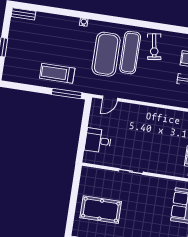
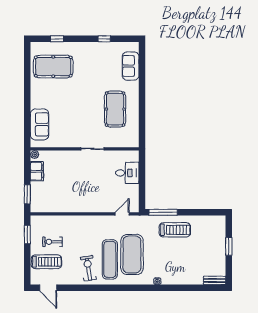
pool table: (101, 210) -> (115, 109), turned 90

